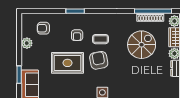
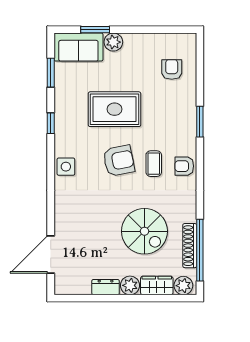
armchair: (77, 35) -> (184, 166), moved
plant: (27, 43) -> (113, 42), moved
rug: (67, 63) -> (114, 109), turned 90

